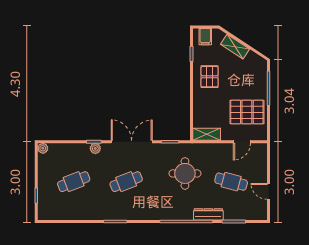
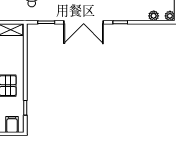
plant: (95, 148) -> (154, 16), moved

